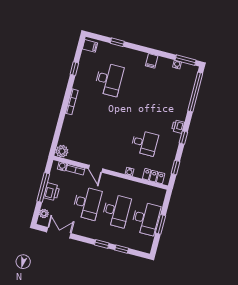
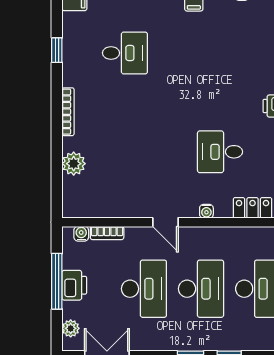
desk: (109, 79) -> (125, 53), width x0.73
desk: (144, 143) -> (220, 152), turned 180
plant: (62, 151) -> (74, 164), moved
door: (96, 169) -> (165, 222), moved

